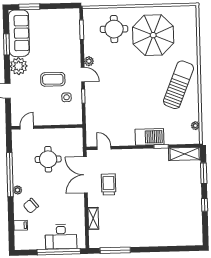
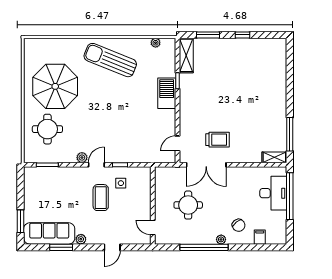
plant: (19, 66) -> (81, 239), width x0.53, depth x0.53
trolley: (109, 184) -> (217, 140), turned 180
shelving: (93, 218) -> (274, 157), moved

